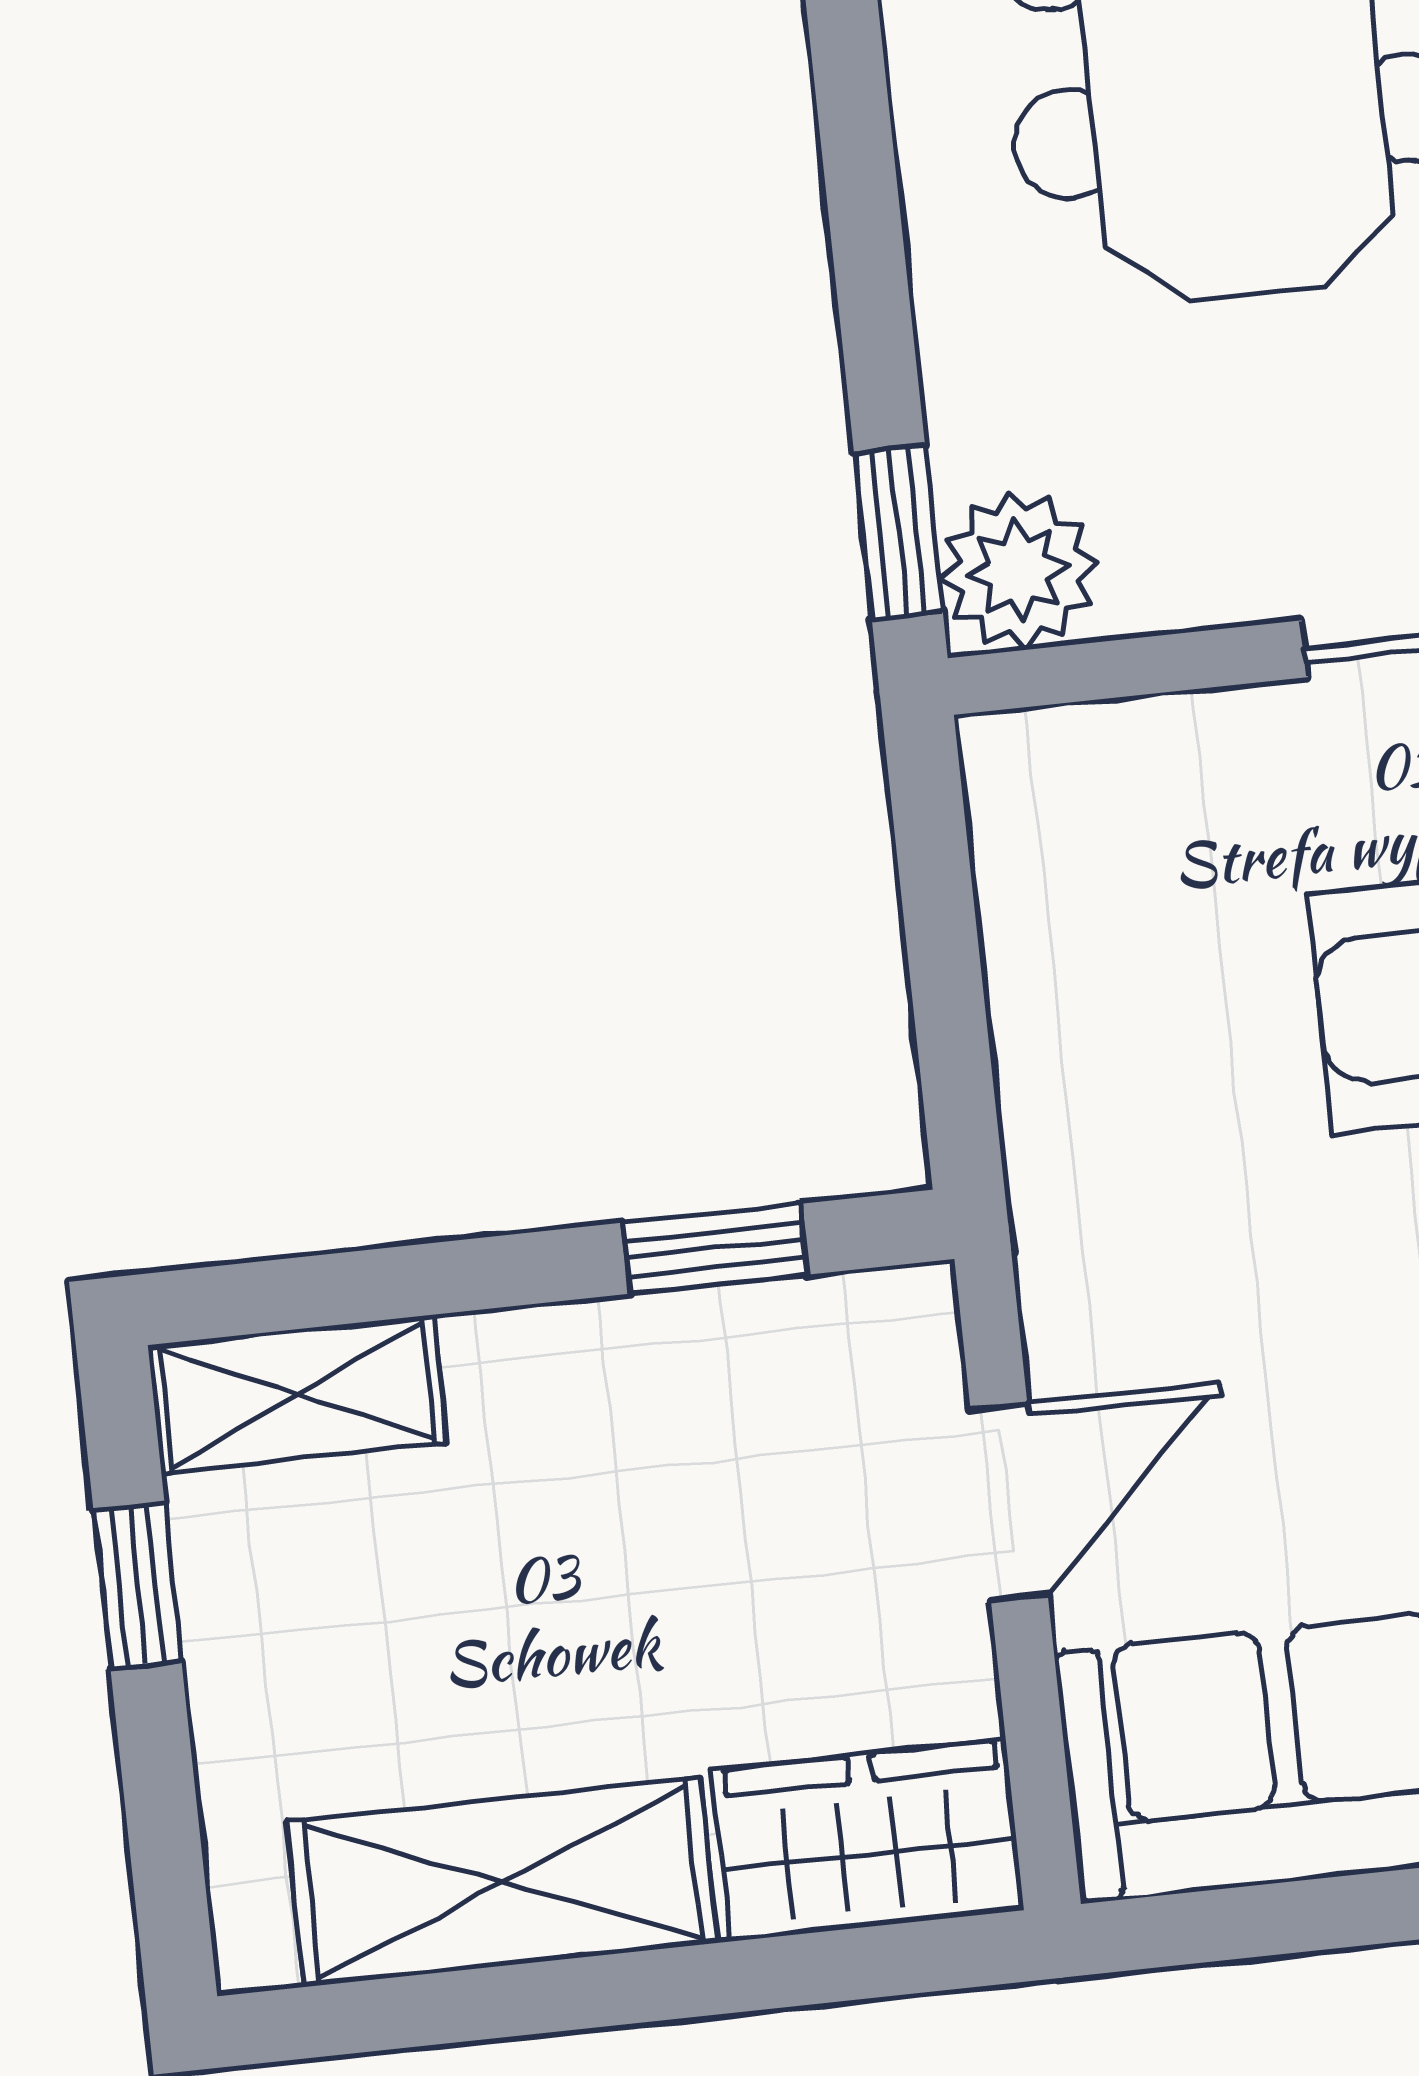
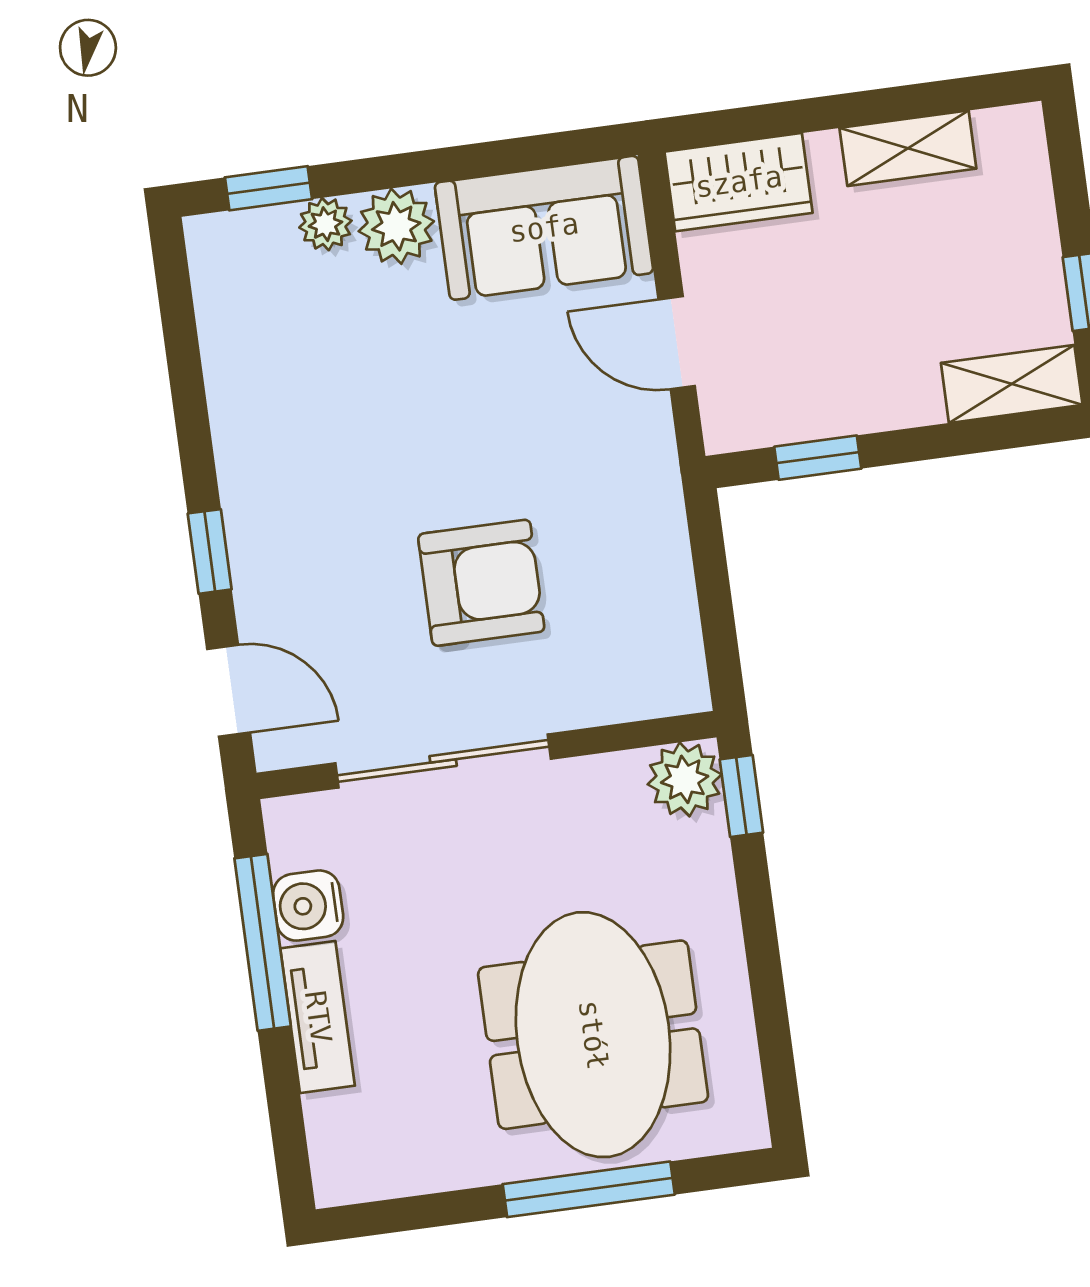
door: (1009, 1502) -> (677, 343), hinge flipped
shelving: (502, 1882) -> (908, 148), width x0.67, depth x0.75

